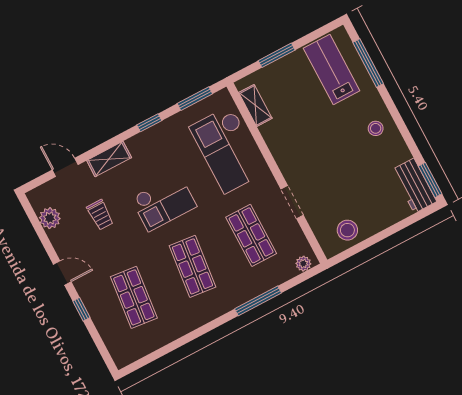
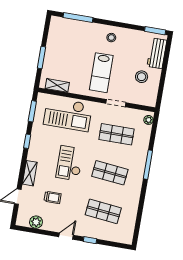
lab bench: (332, 69) -> (101, 73), moved, turned -90
workbench: (414, 186) -> (157, 53), moved, turned 90
checkout: (164, 202) -> (70, 163), turned 180
stool: (347, 230) -> (142, 77), moved
window: (258, 301) -> (148, 165), moved

